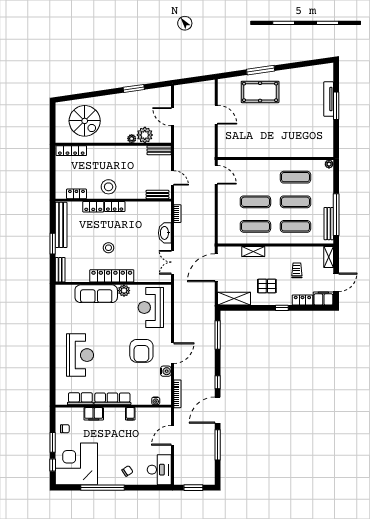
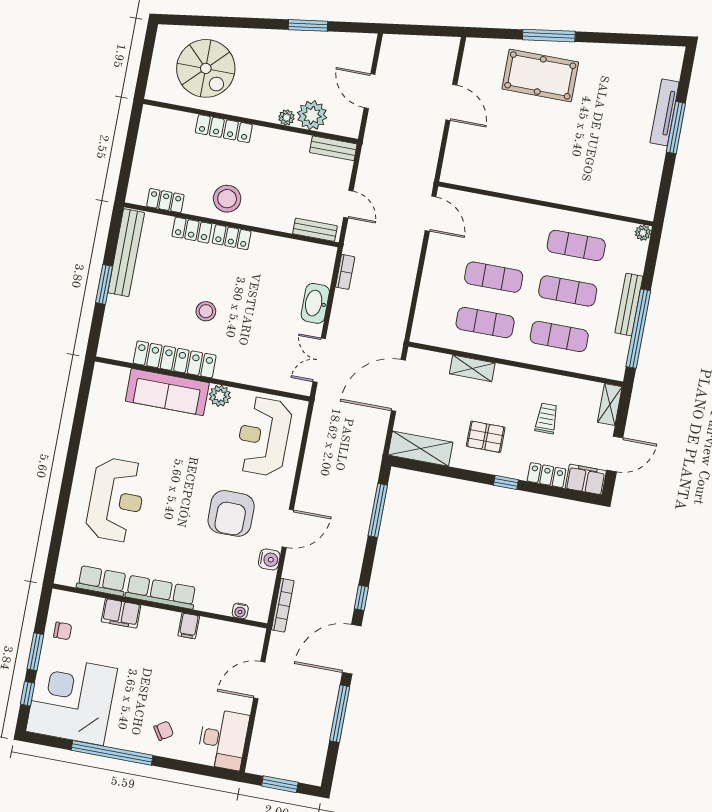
locker: (71, 151) -> (224, 129), moved
bench: (329, 224) -> (629, 305), moved
bench: (60, 270) -> (109, 335), removed
locker: (112, 276) -> (175, 359), moved

